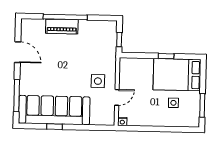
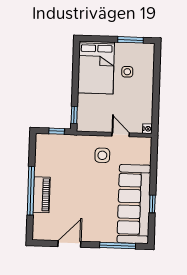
window: (166, 56) -> (74, 115), moved

